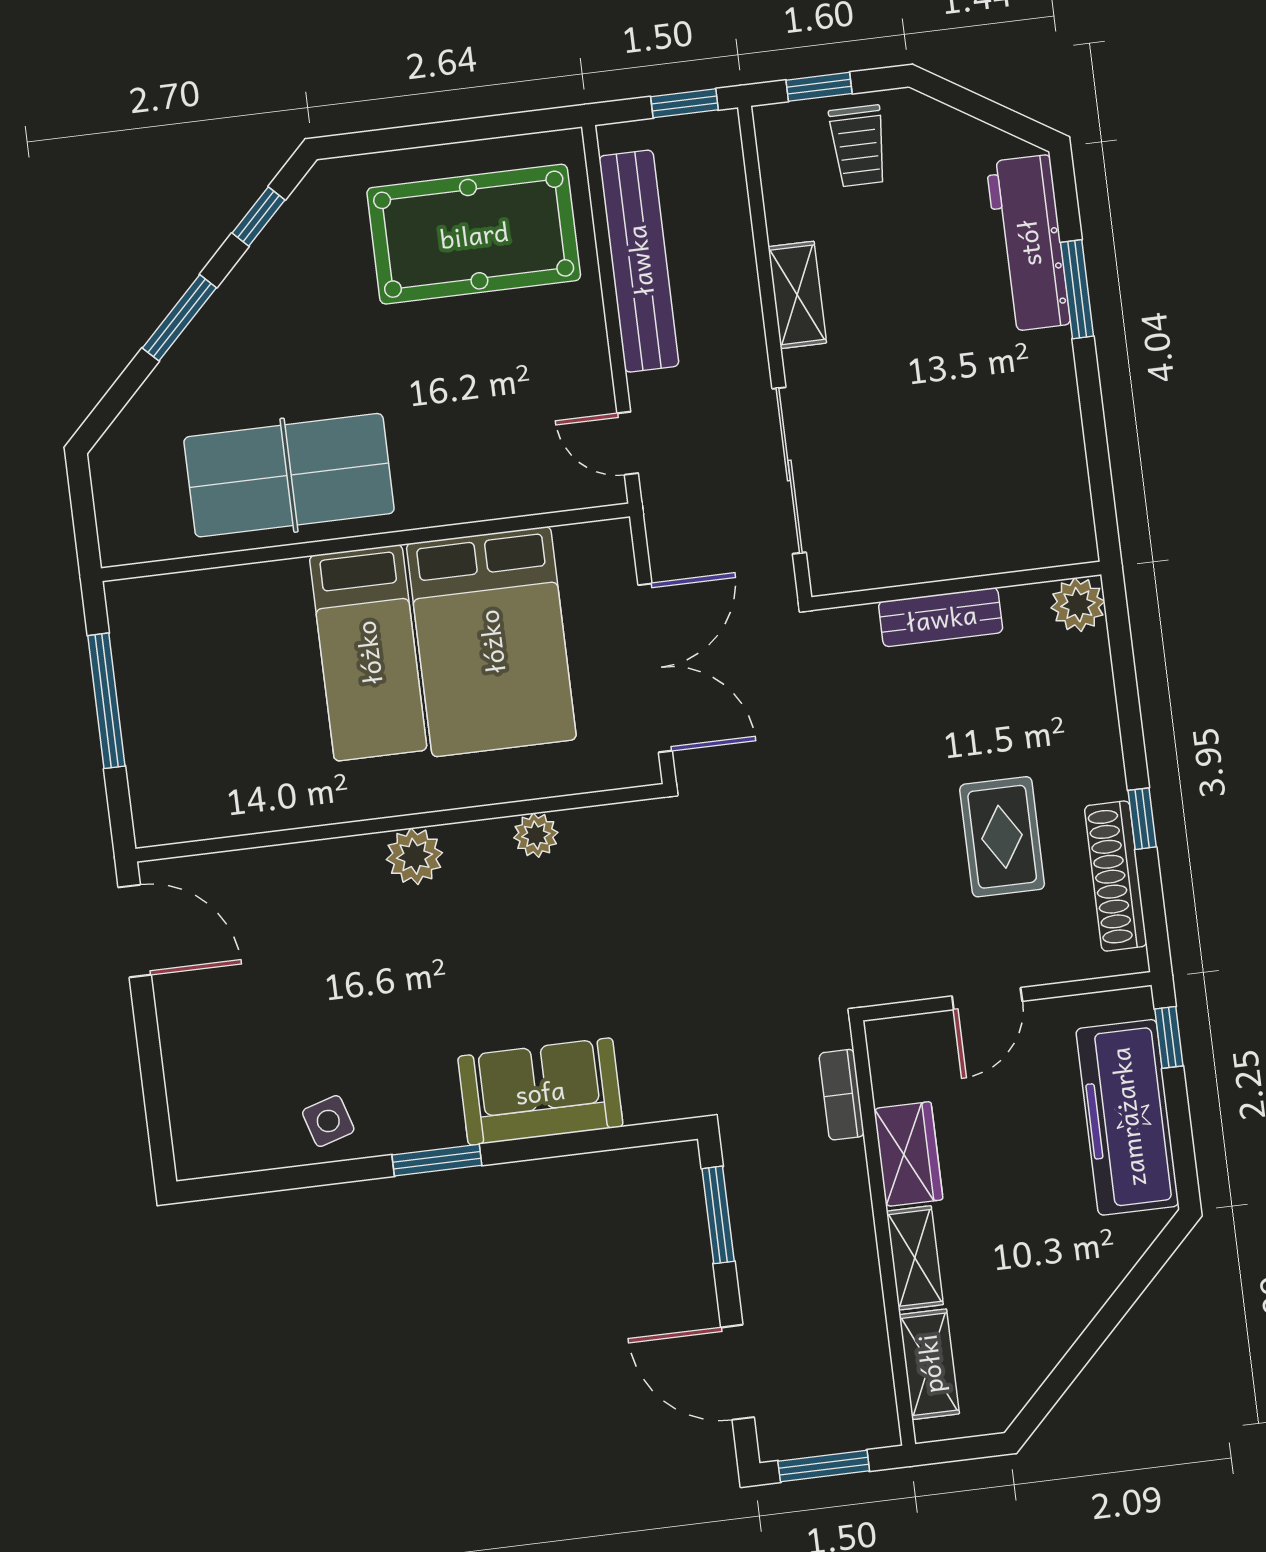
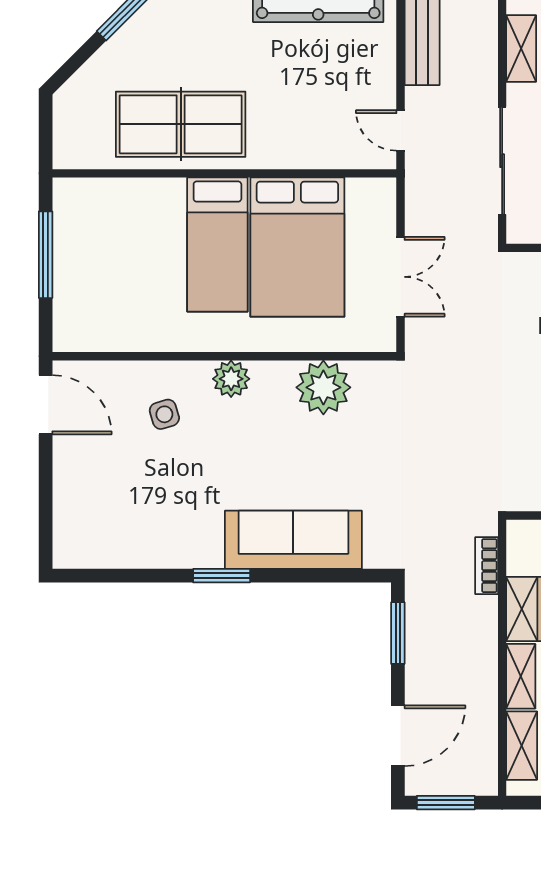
double door: (655, 668) -> (401, 277), width x0.73
plant: (536, 835) -> (323, 387), width x1.87, depth x1.87
sofa: (540, 1091) -> (293, 540), width x1.36
side table: (328, 1121) -> (164, 414), moved
door: (737, 1372) -> (398, 736), swing flipped

